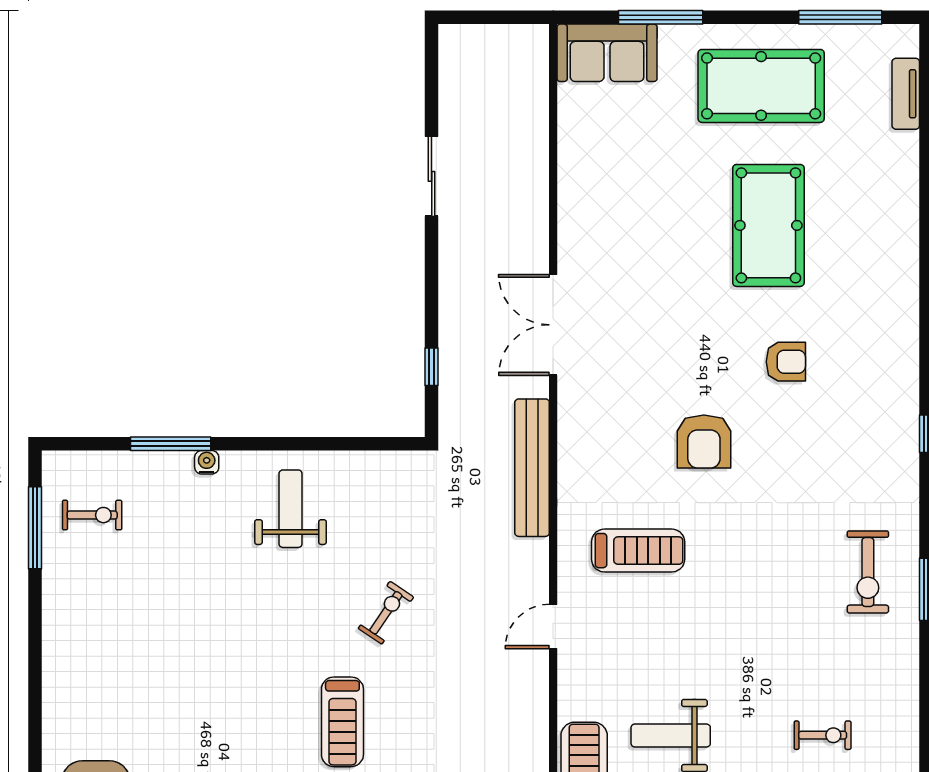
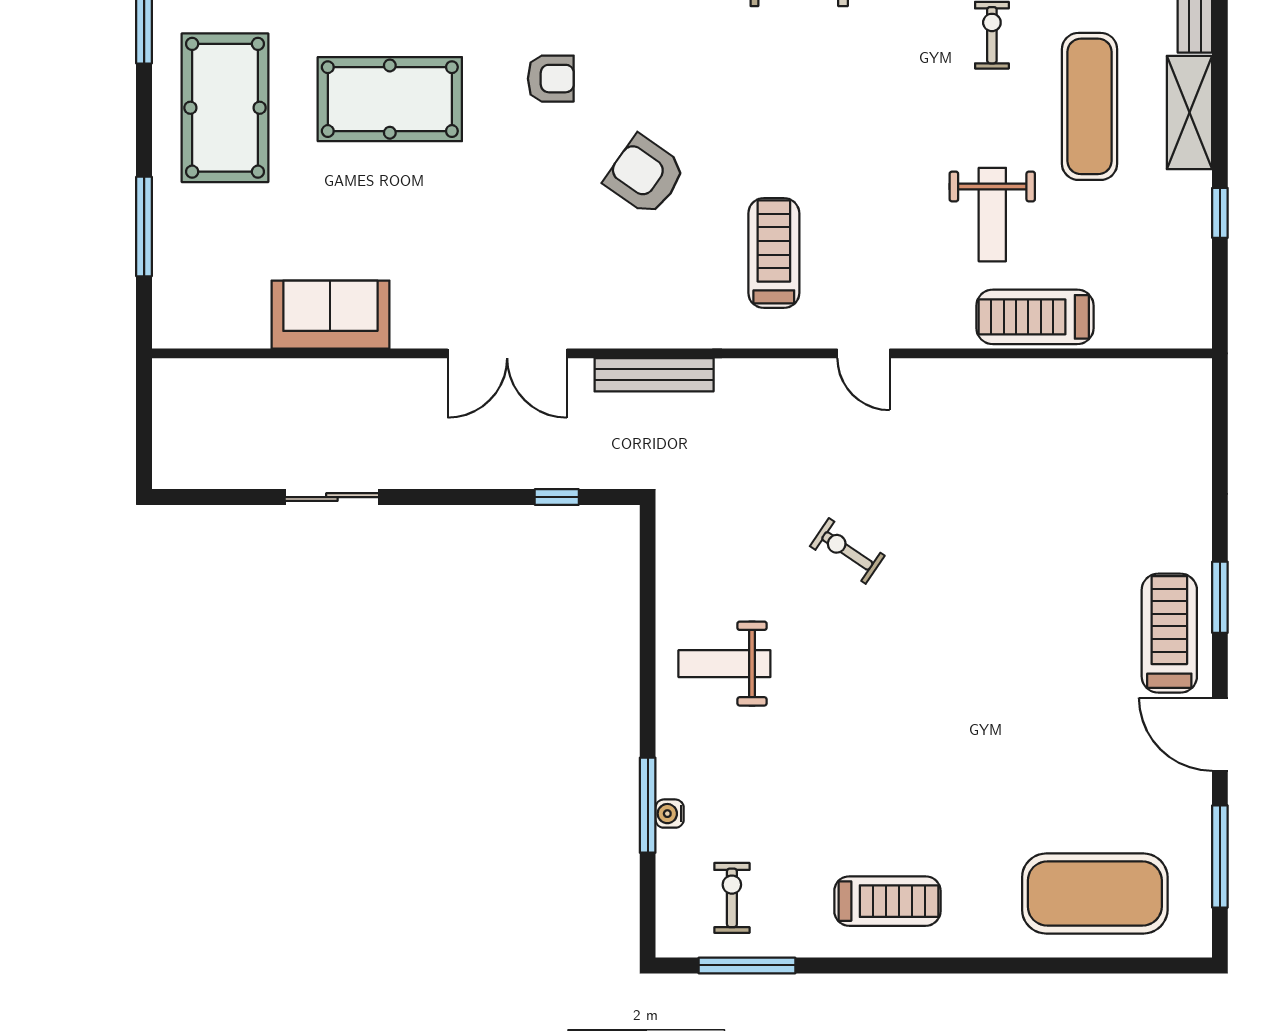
sofa: (607, 53) -> (330, 315), moved, turned -90
armchair: (786, 362) -> (551, 79), turned 90
armchair: (704, 441) -> (645, 175), turned -145
water cooler: (207, 462) -> (670, 814), moved
bench: (532, 468) -> (654, 375), width x0.73, depth x0.82
treadmill: (342, 722) -> (887, 901), moved

